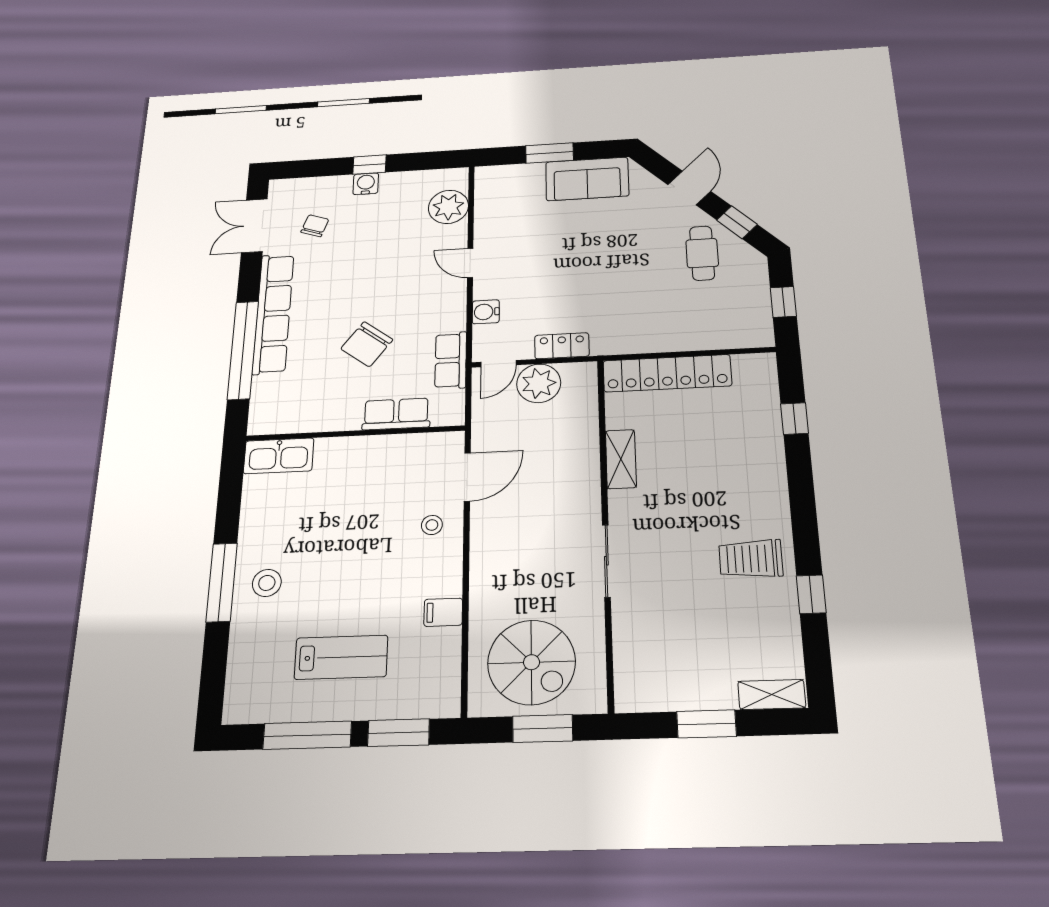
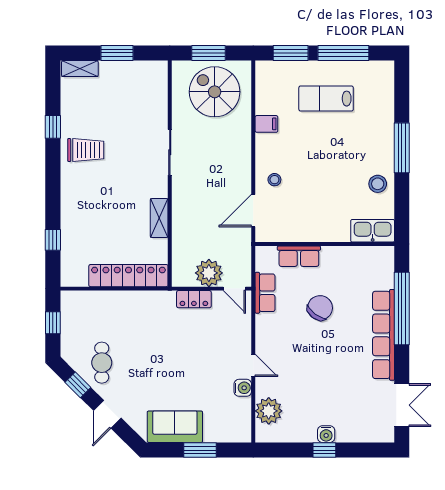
chair: (315, 226) -> (360, 402), removed
water cooler: (486, 312) -> (243, 388), moved
door: (498, 364) -> (234, 289), swing flipped
stool: (267, 583) -> (378, 184), moved

